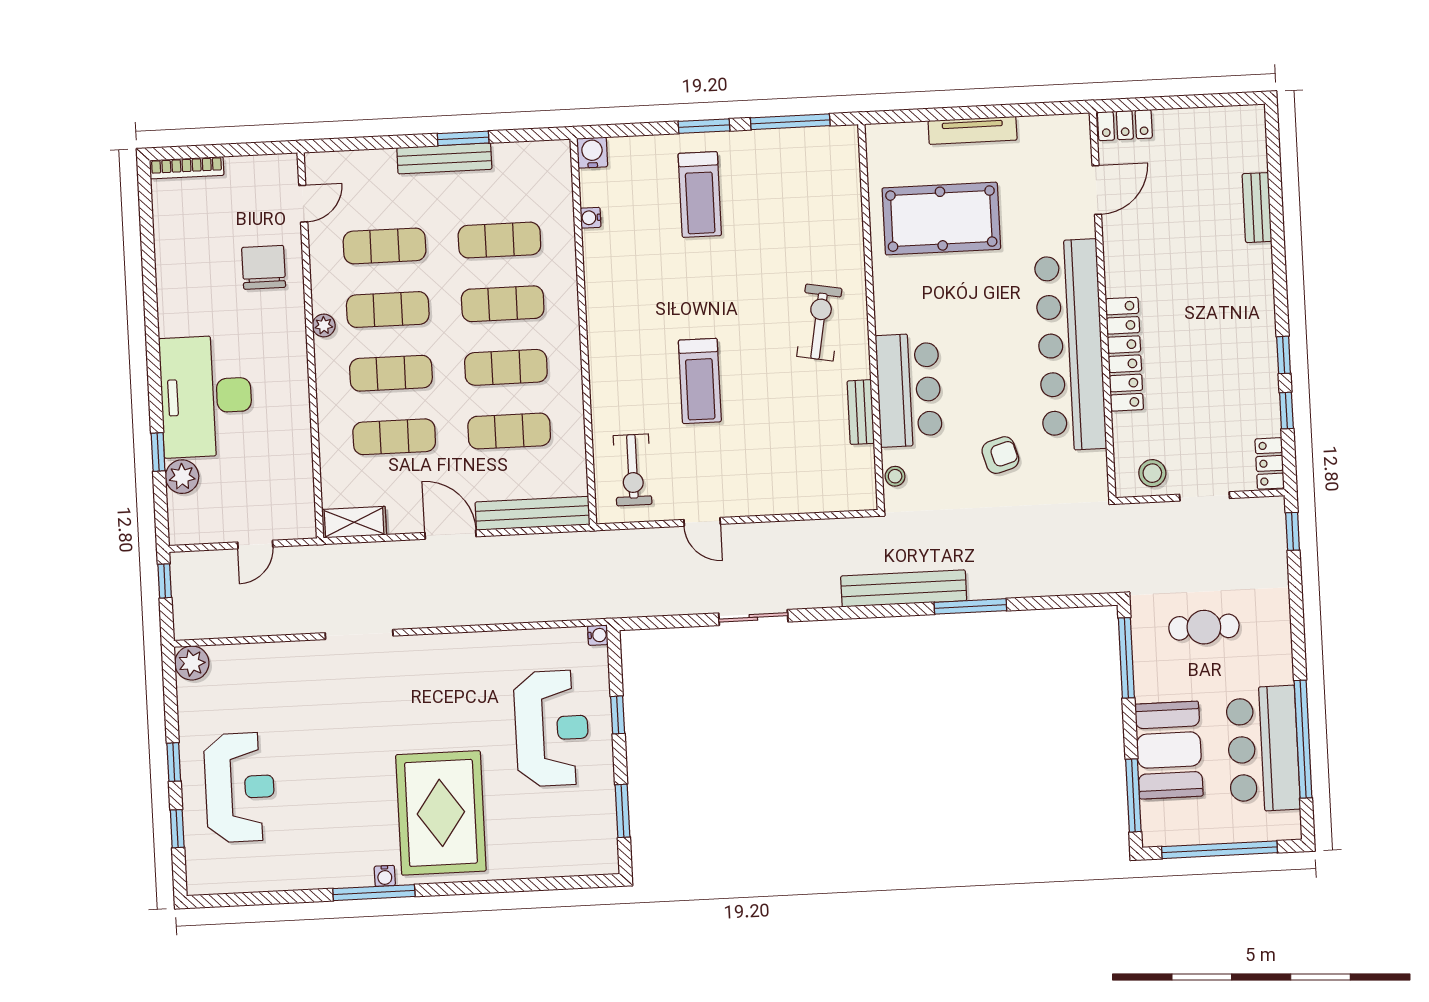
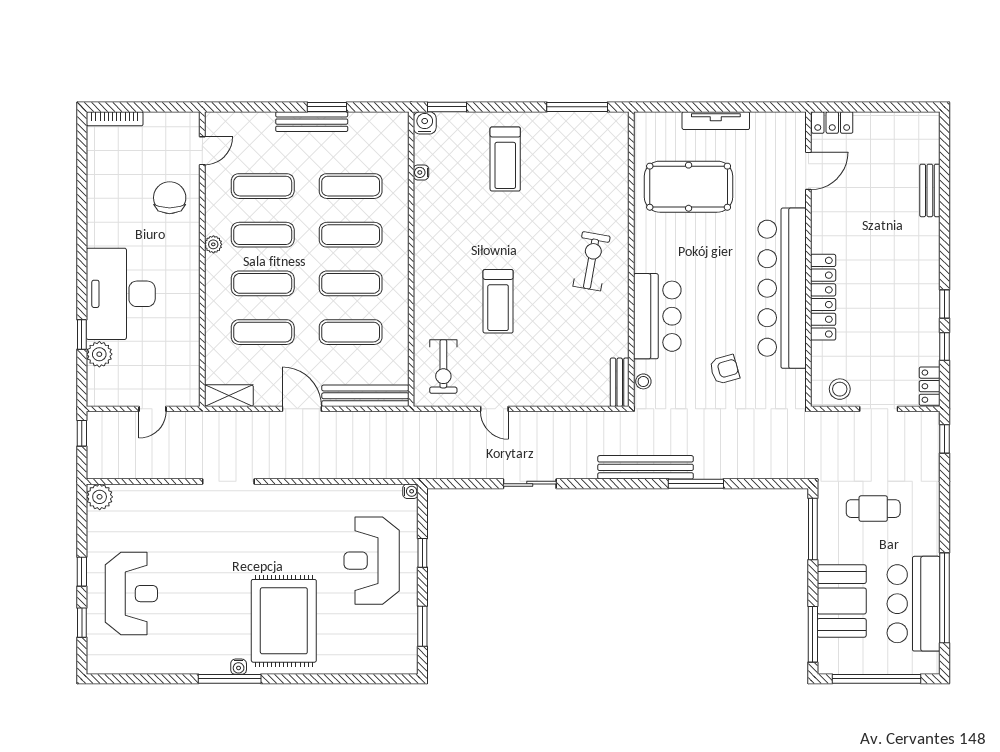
window: (704, 126) -> (447, 107), moved
bench: (861, 412) -> (620, 382), moved
reception desk: (552, 728) -> (372, 561), turned 180

